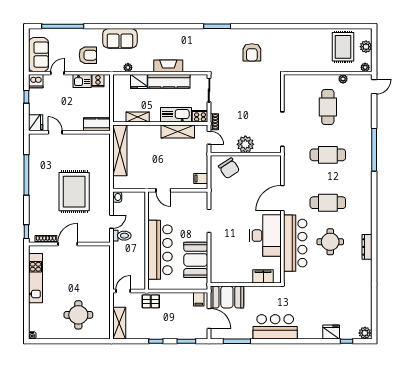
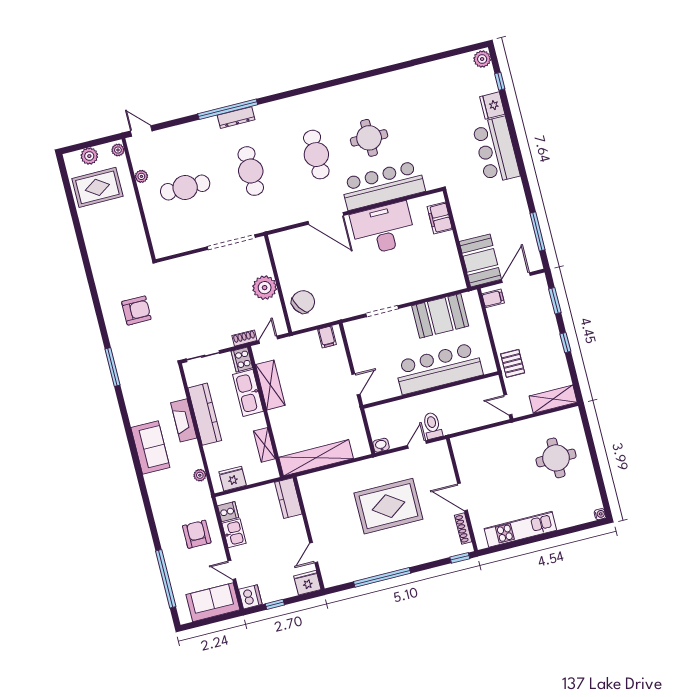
sofa: (120, 38) -> (150, 448), moved
fridge: (139, 81) -> (233, 479), moved, turned -90
door: (112, 222) -> (417, 444), hinge flipped
dresser: (367, 247) -> (236, 118), moved
bar counter: (275, 327) -> (496, 150), moved

